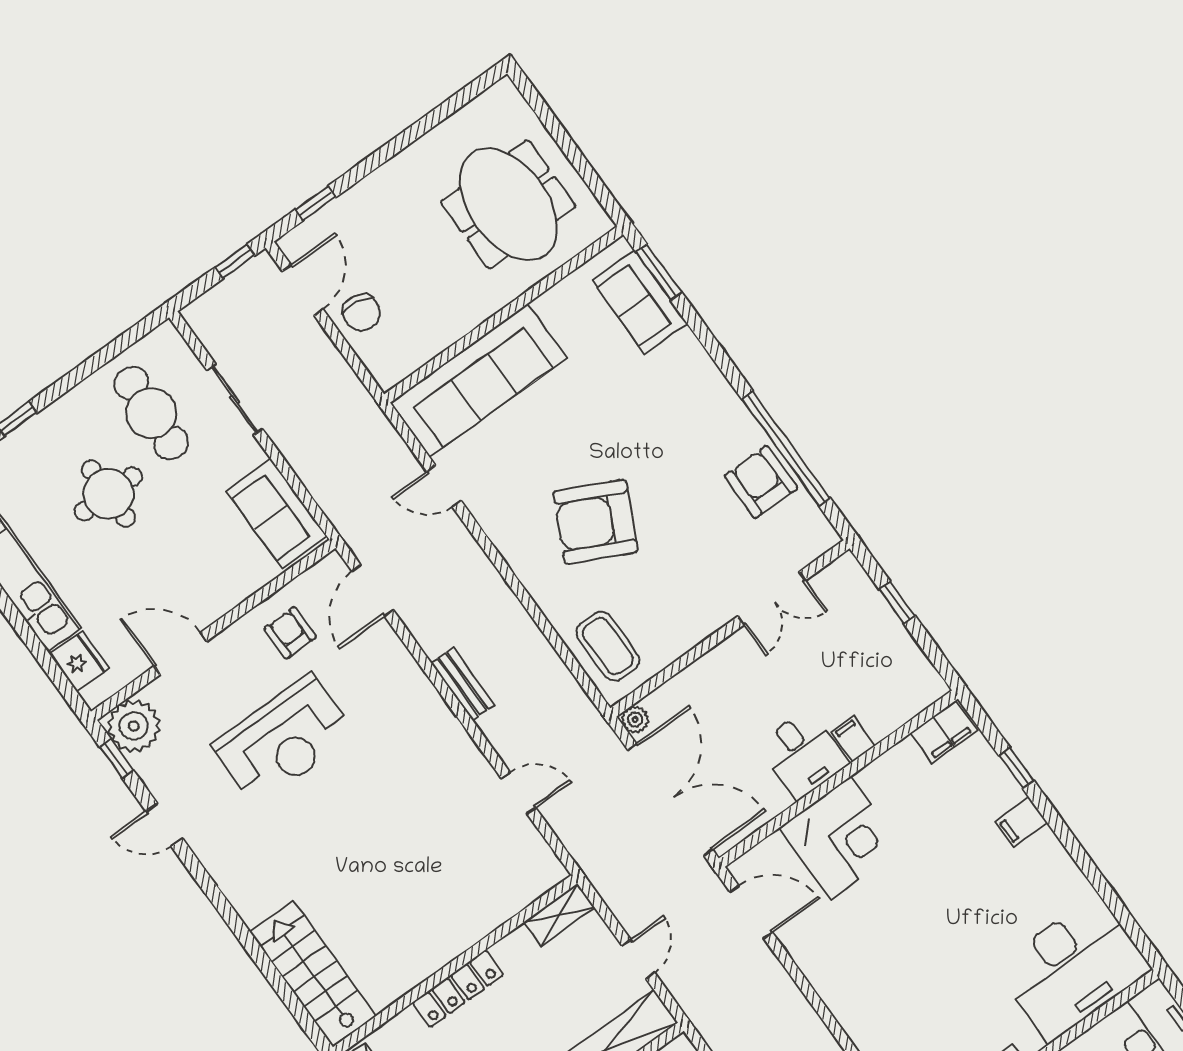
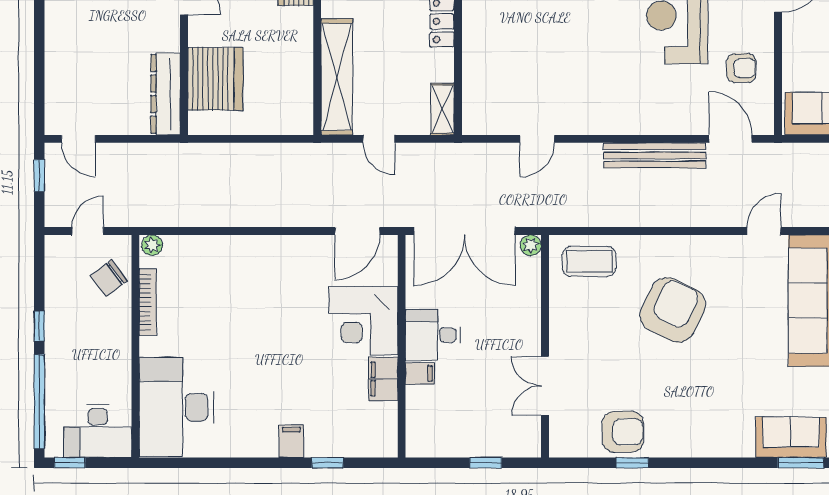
window: (786, 449) -> (632, 463), width x0.32
bench: (463, 684) -> (655, 155), width x1.86, depth x1.21
filing cabinet: (944, 732) -> (383, 379), moved

